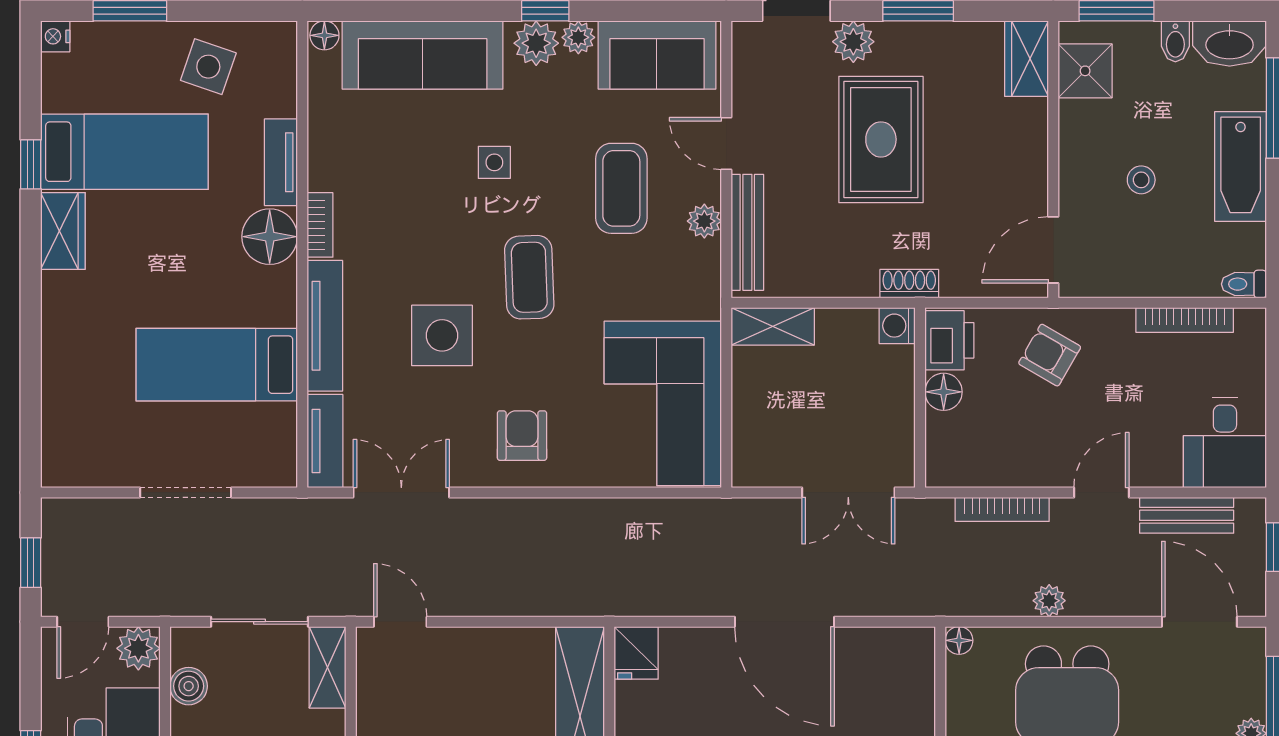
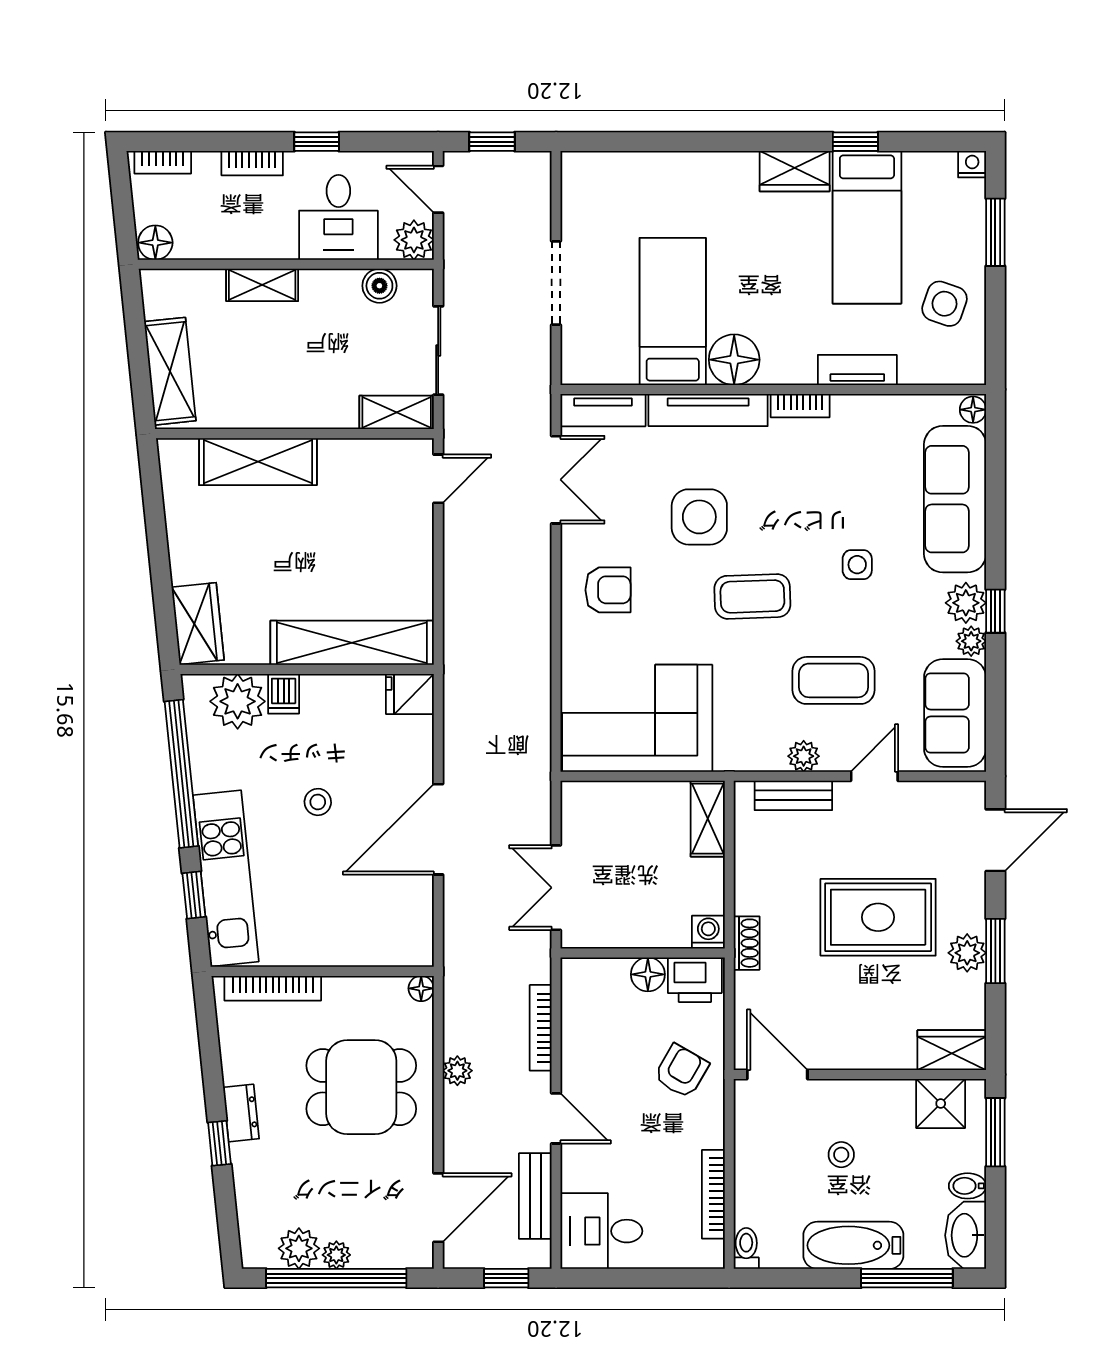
plant: (853, 42) -> (967, 953), moved
bench: (747, 232) -> (793, 795), width x0.73
floor lamp: (270, 237) -> (734, 360), moved

